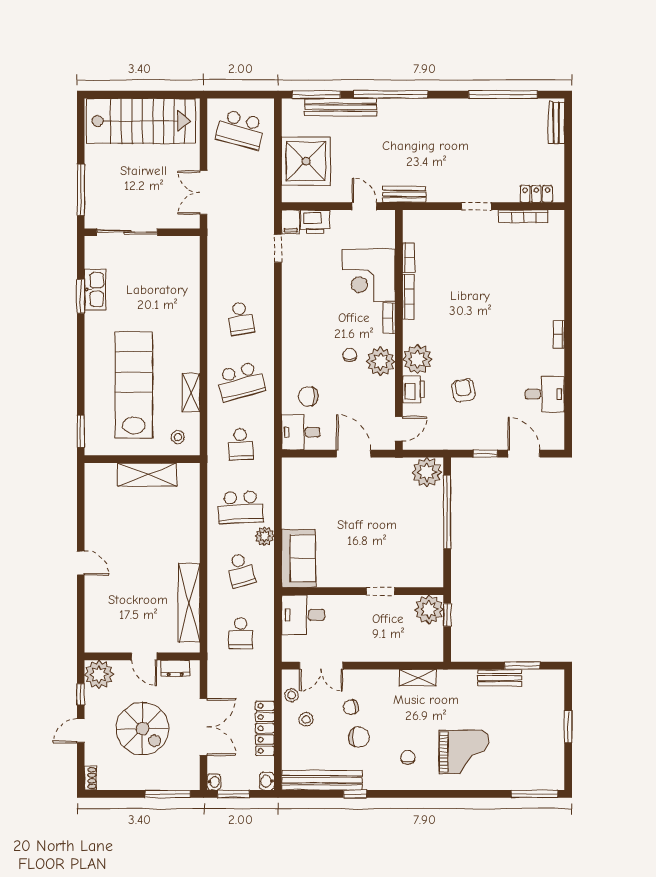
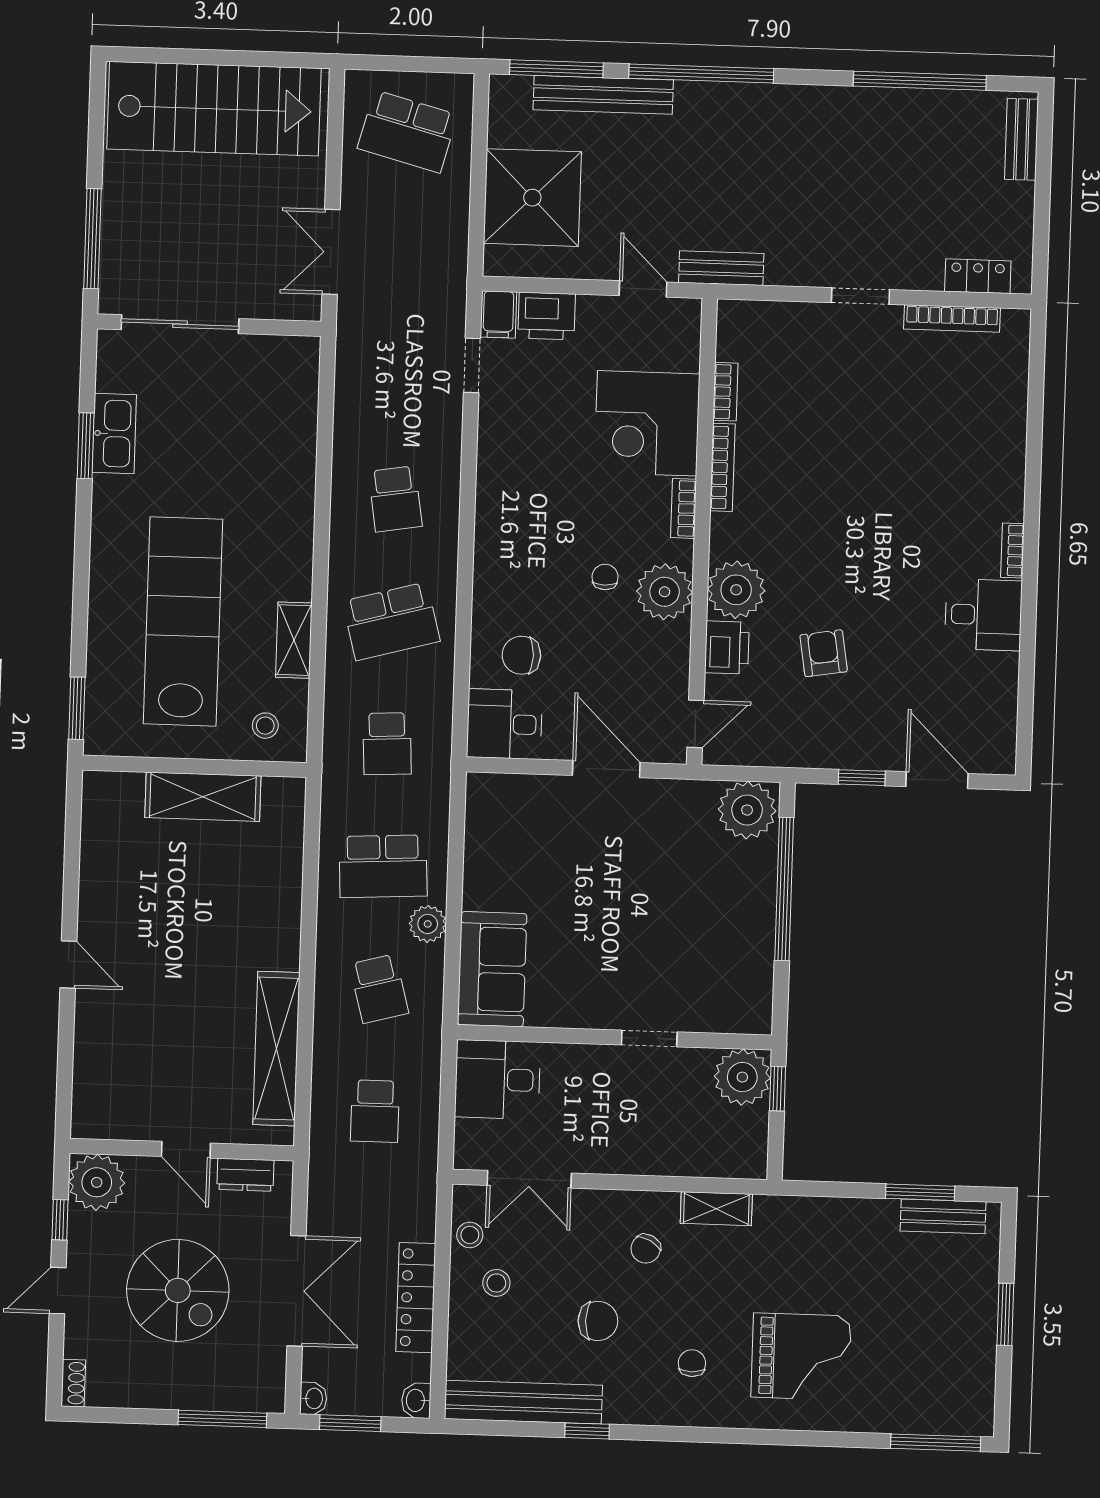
desk: (545, 394) -> (983, 615), moved
bench: (500, 678) -> (943, 1216), moved
chair: (351, 707) -> (646, 1249), moved, turned -50

